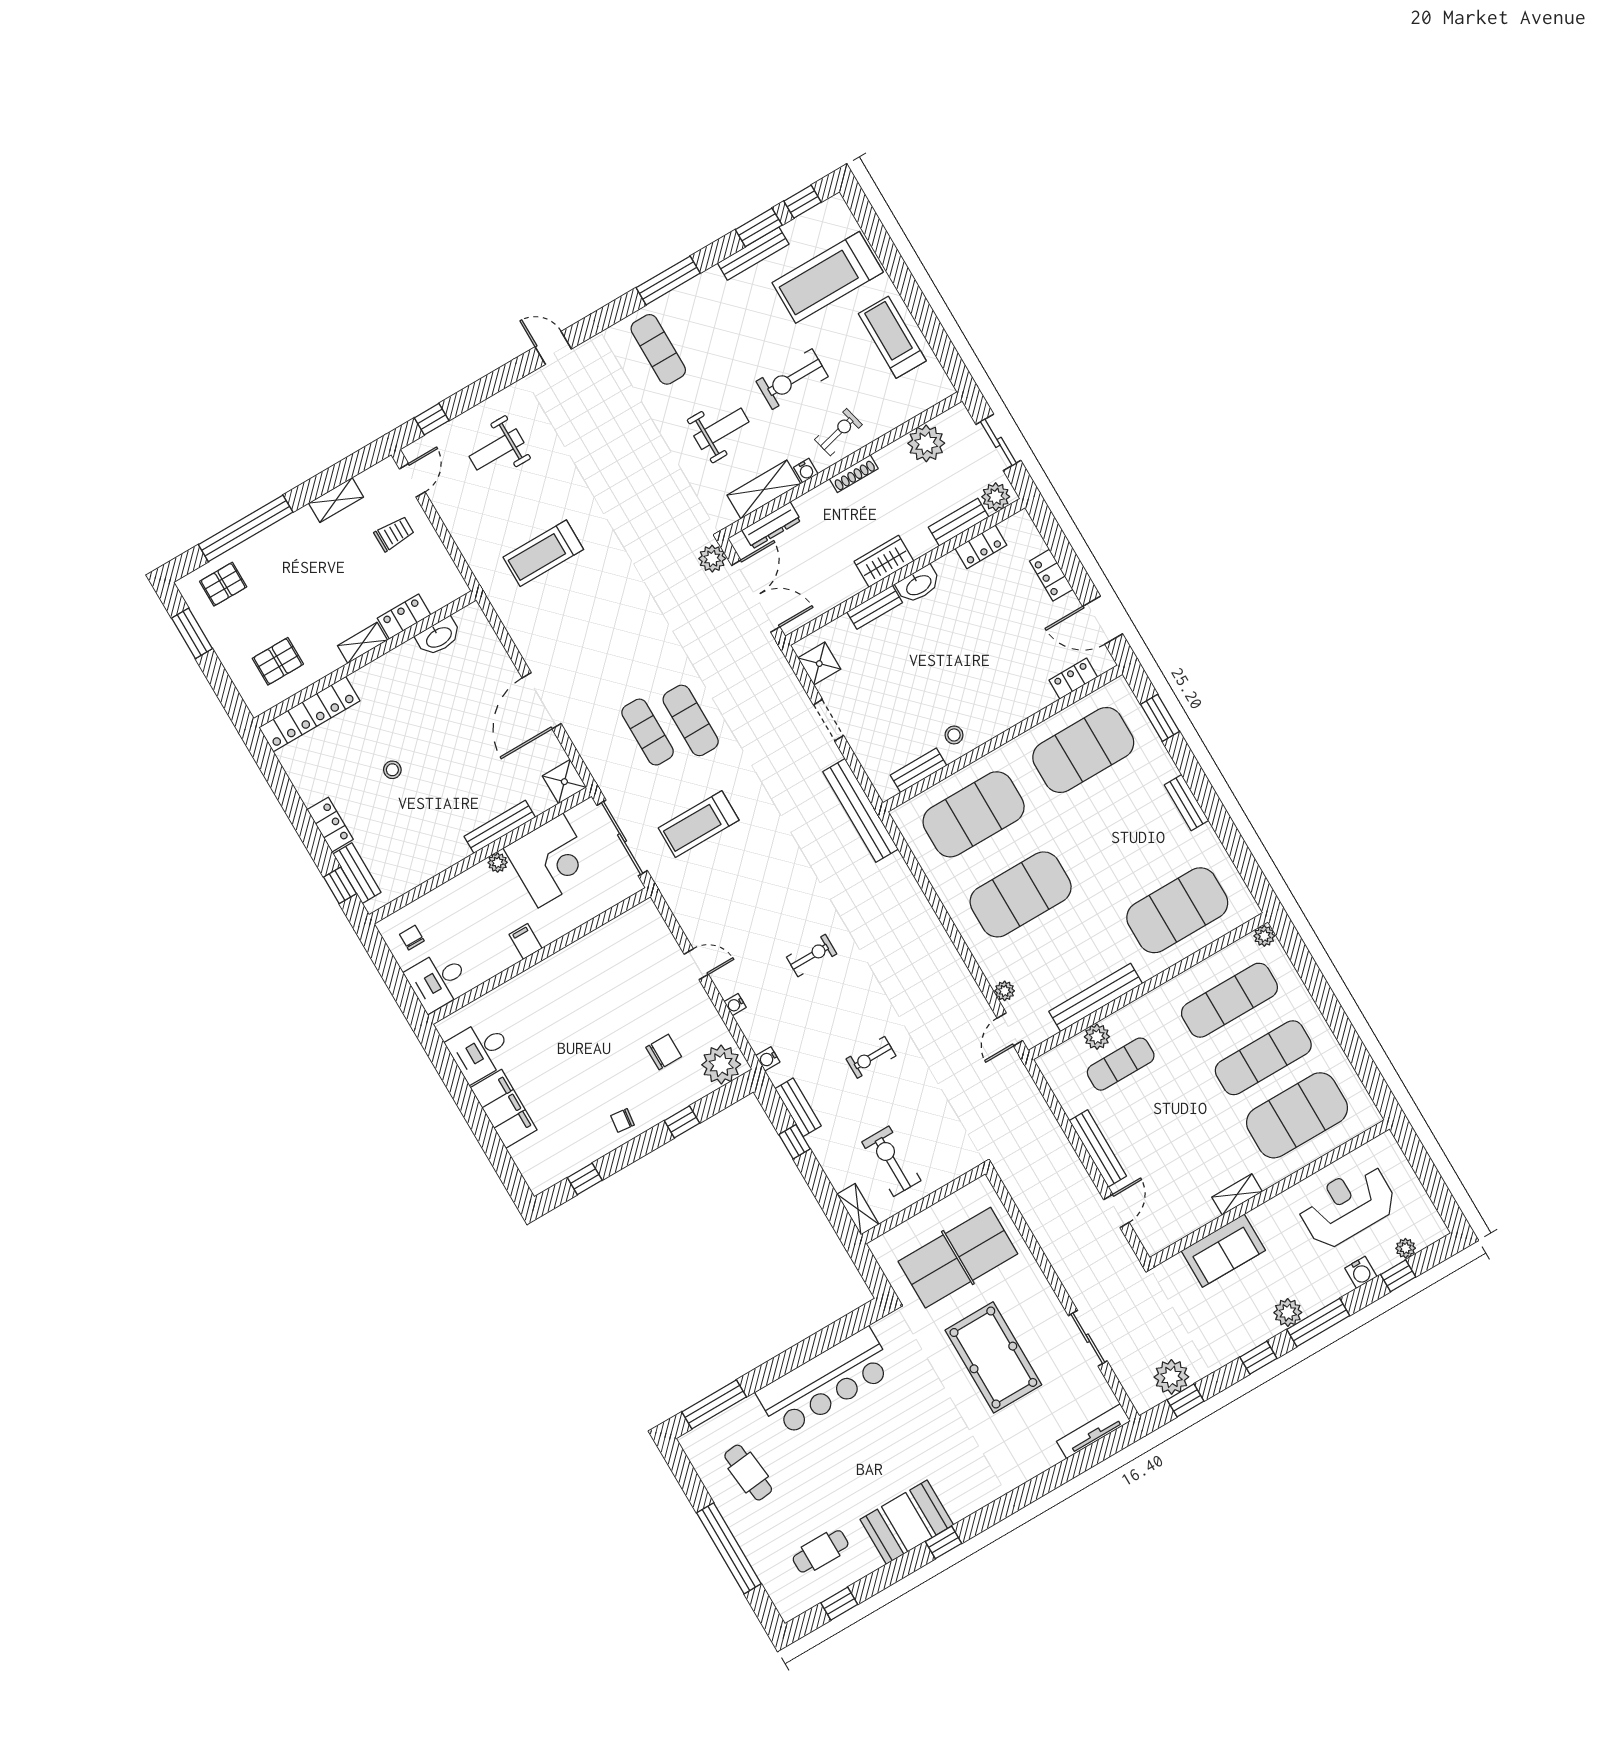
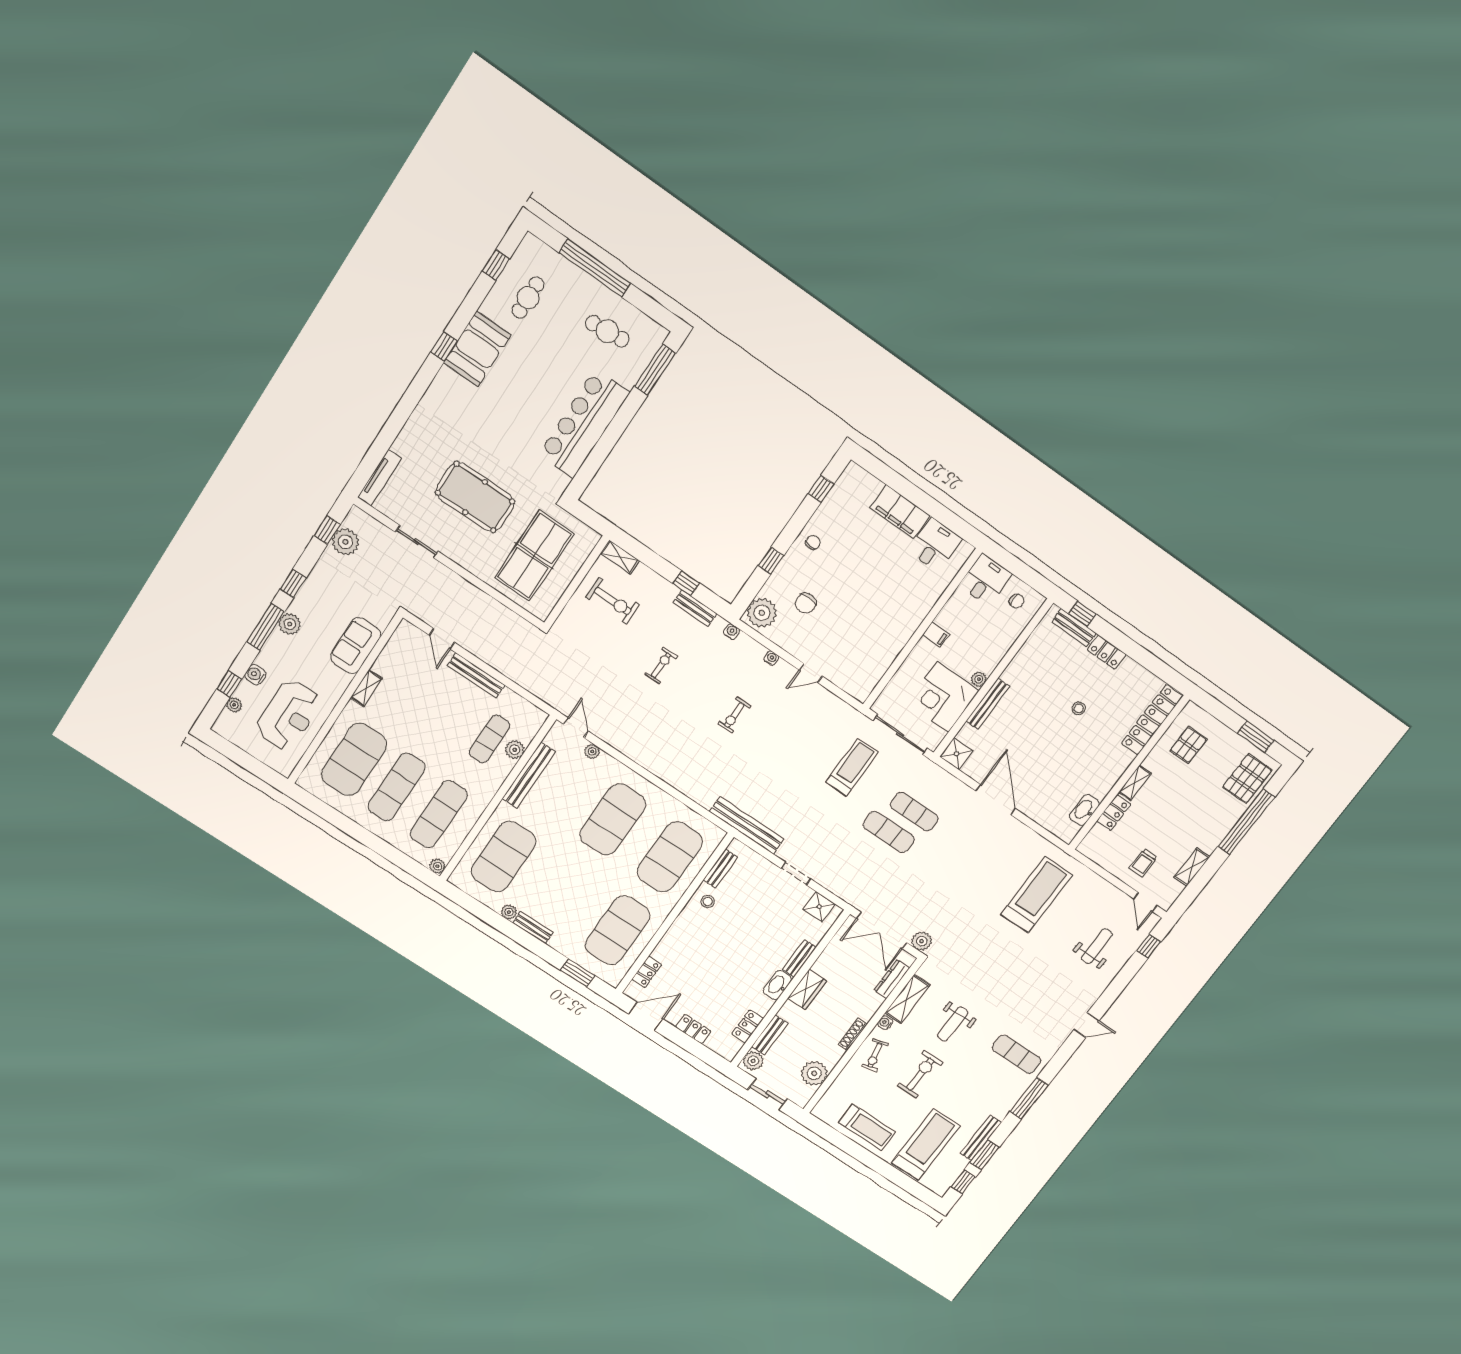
treadmill: (543, 553) -> (1036, 895), width x1.37, depth x1.38
pallet: (223, 584) -> (1247, 779), width x1.50, depth x1.42
plant: (1206, 836) -> (509, 912), added

